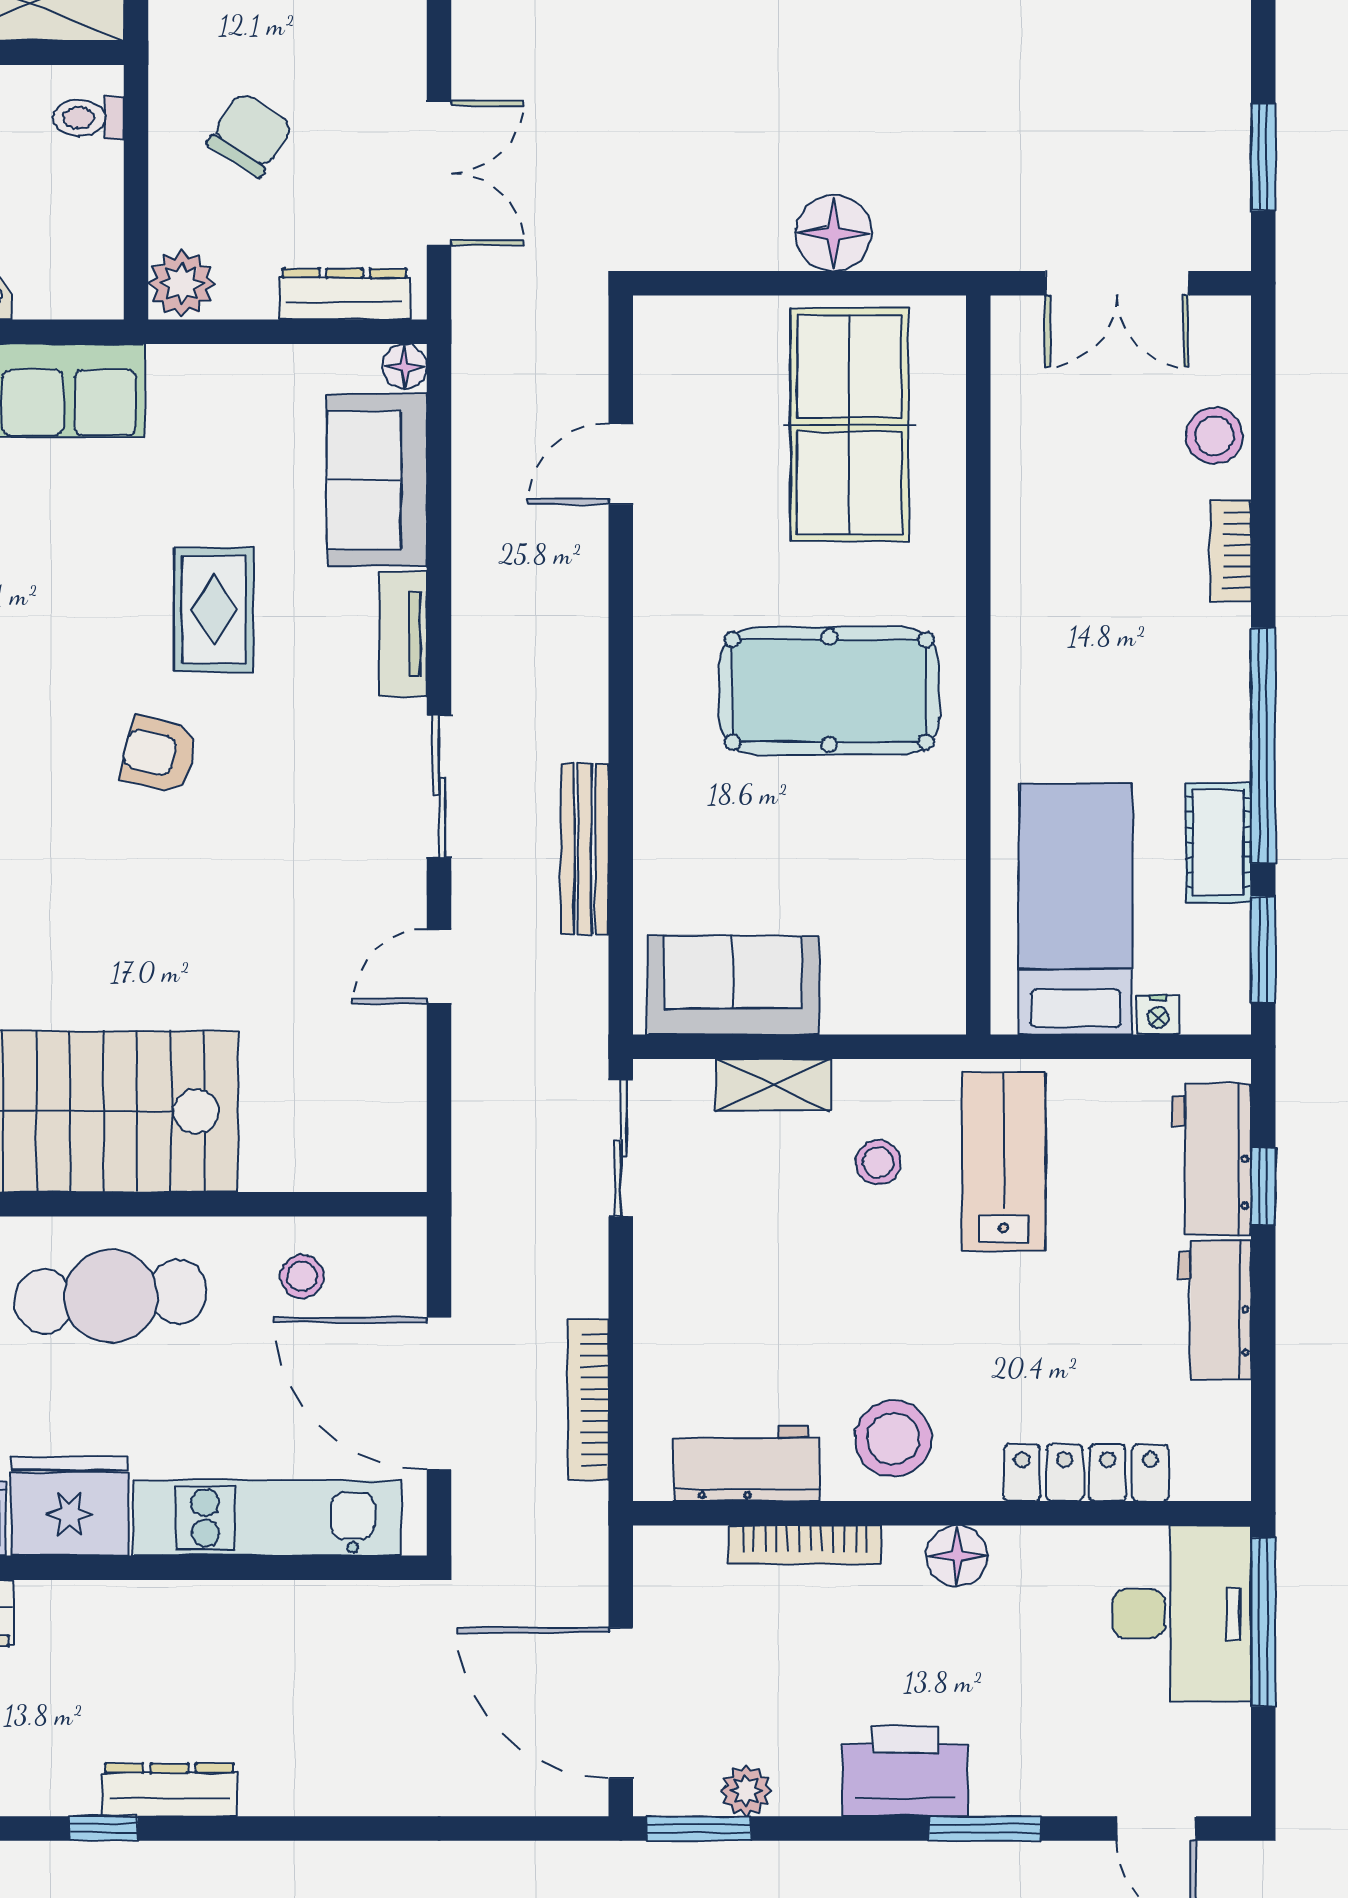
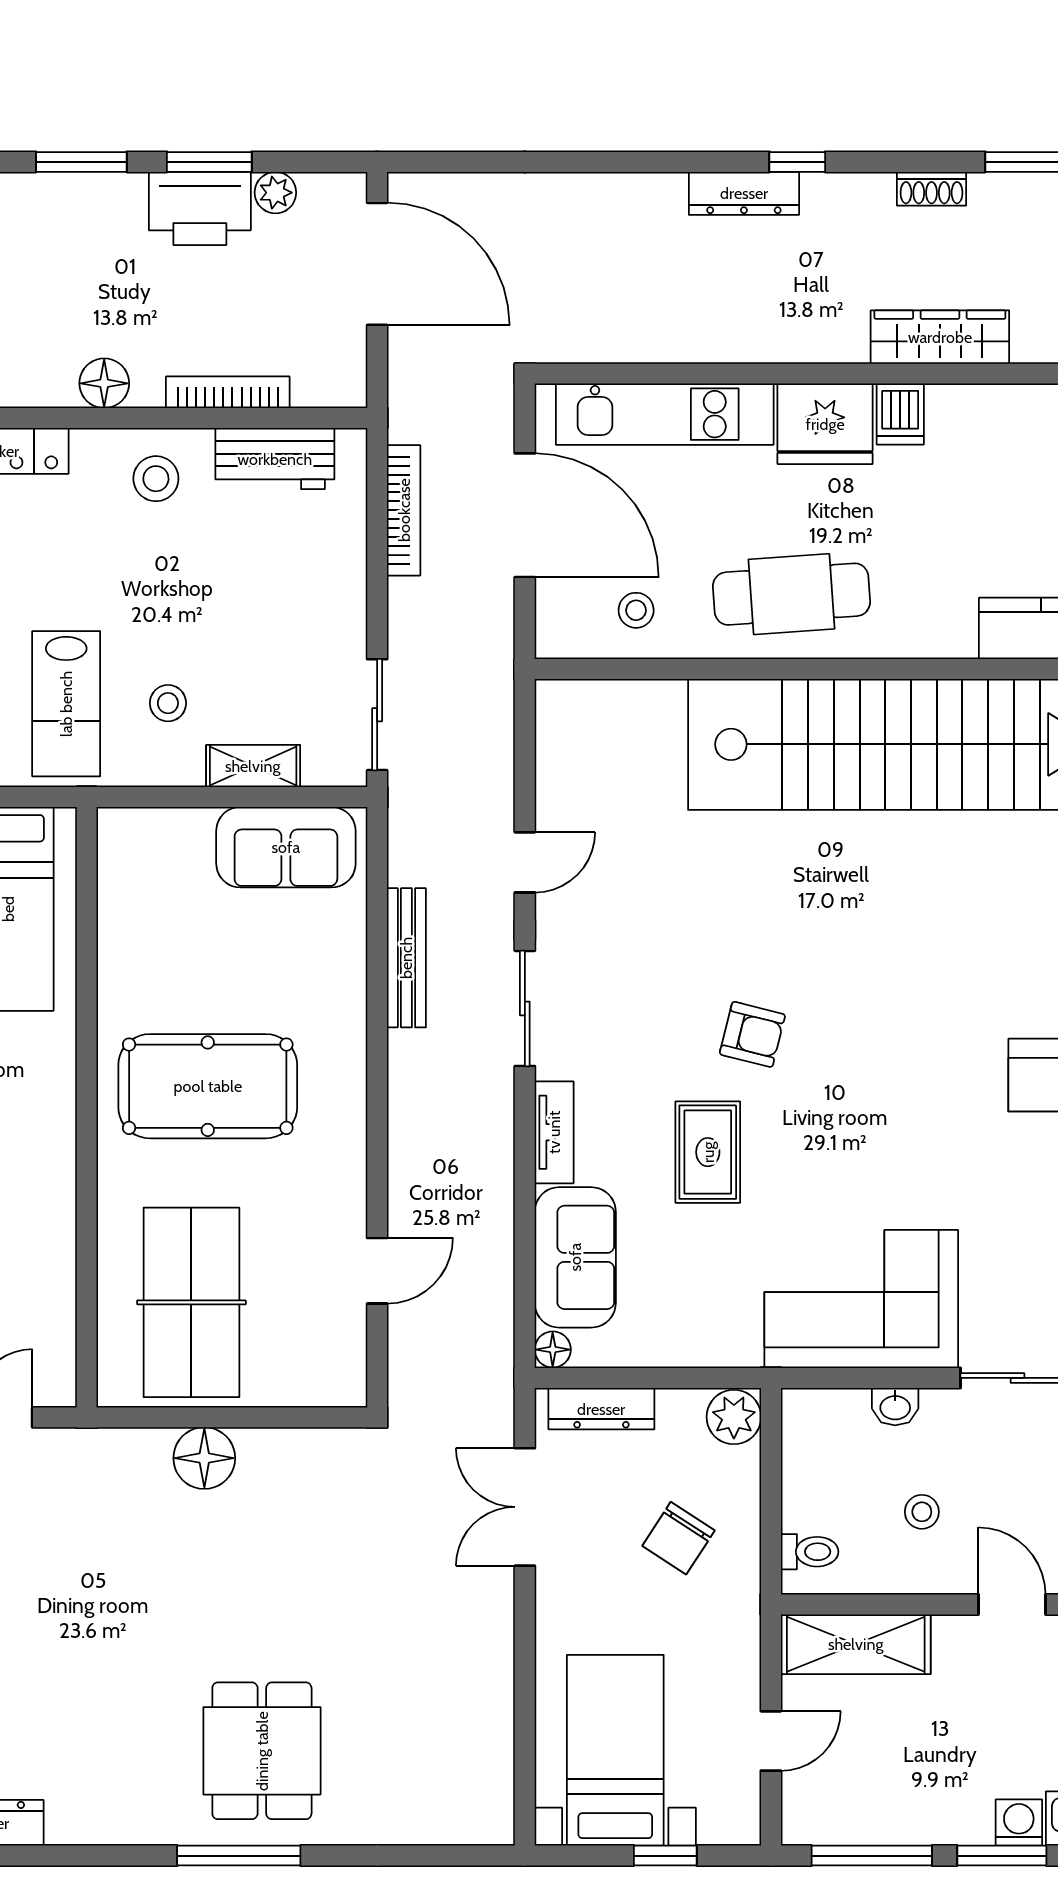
stool: (893, 1439) -> (156, 479), width x0.73, depth x0.73
printer: (905, 1771) -> (200, 208), moved
window: (699, 1828) -> (209, 162), moved

